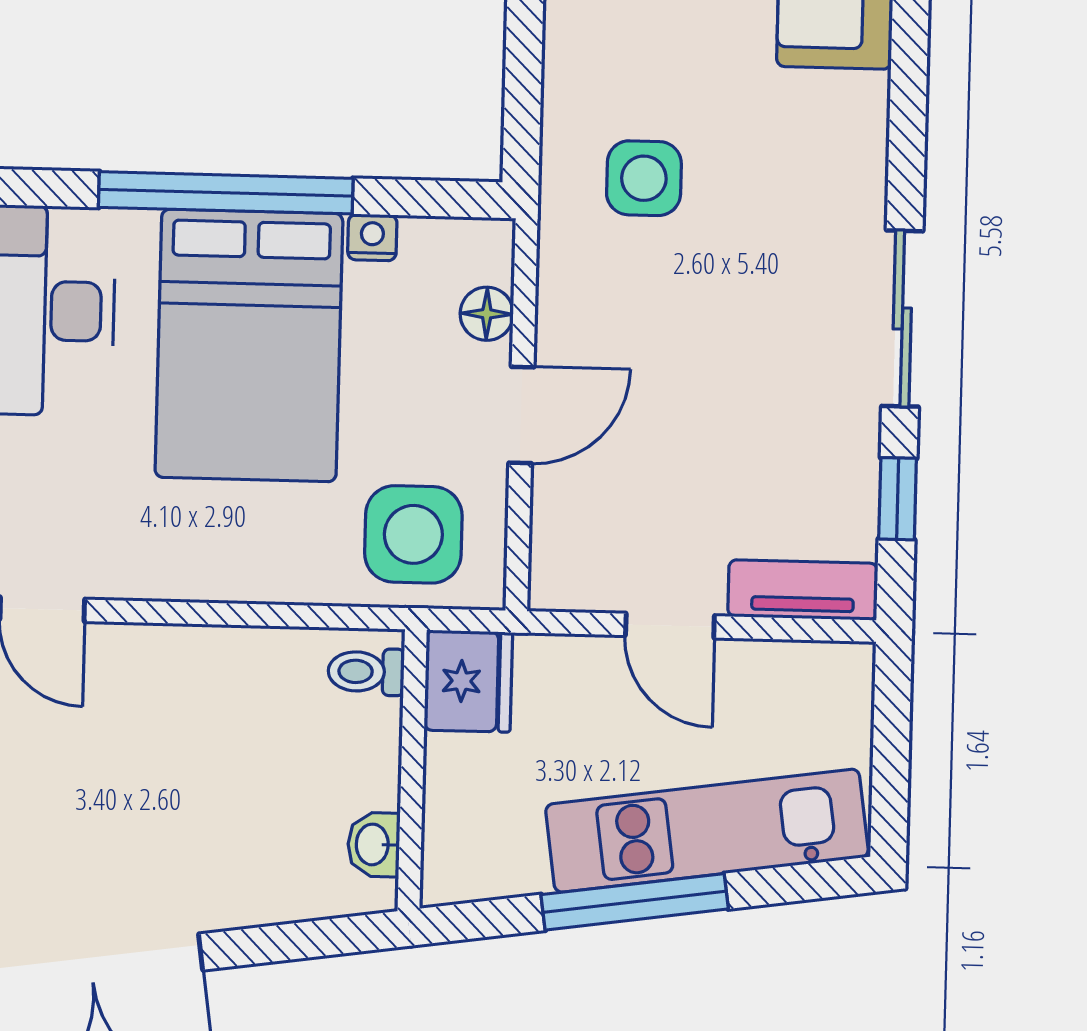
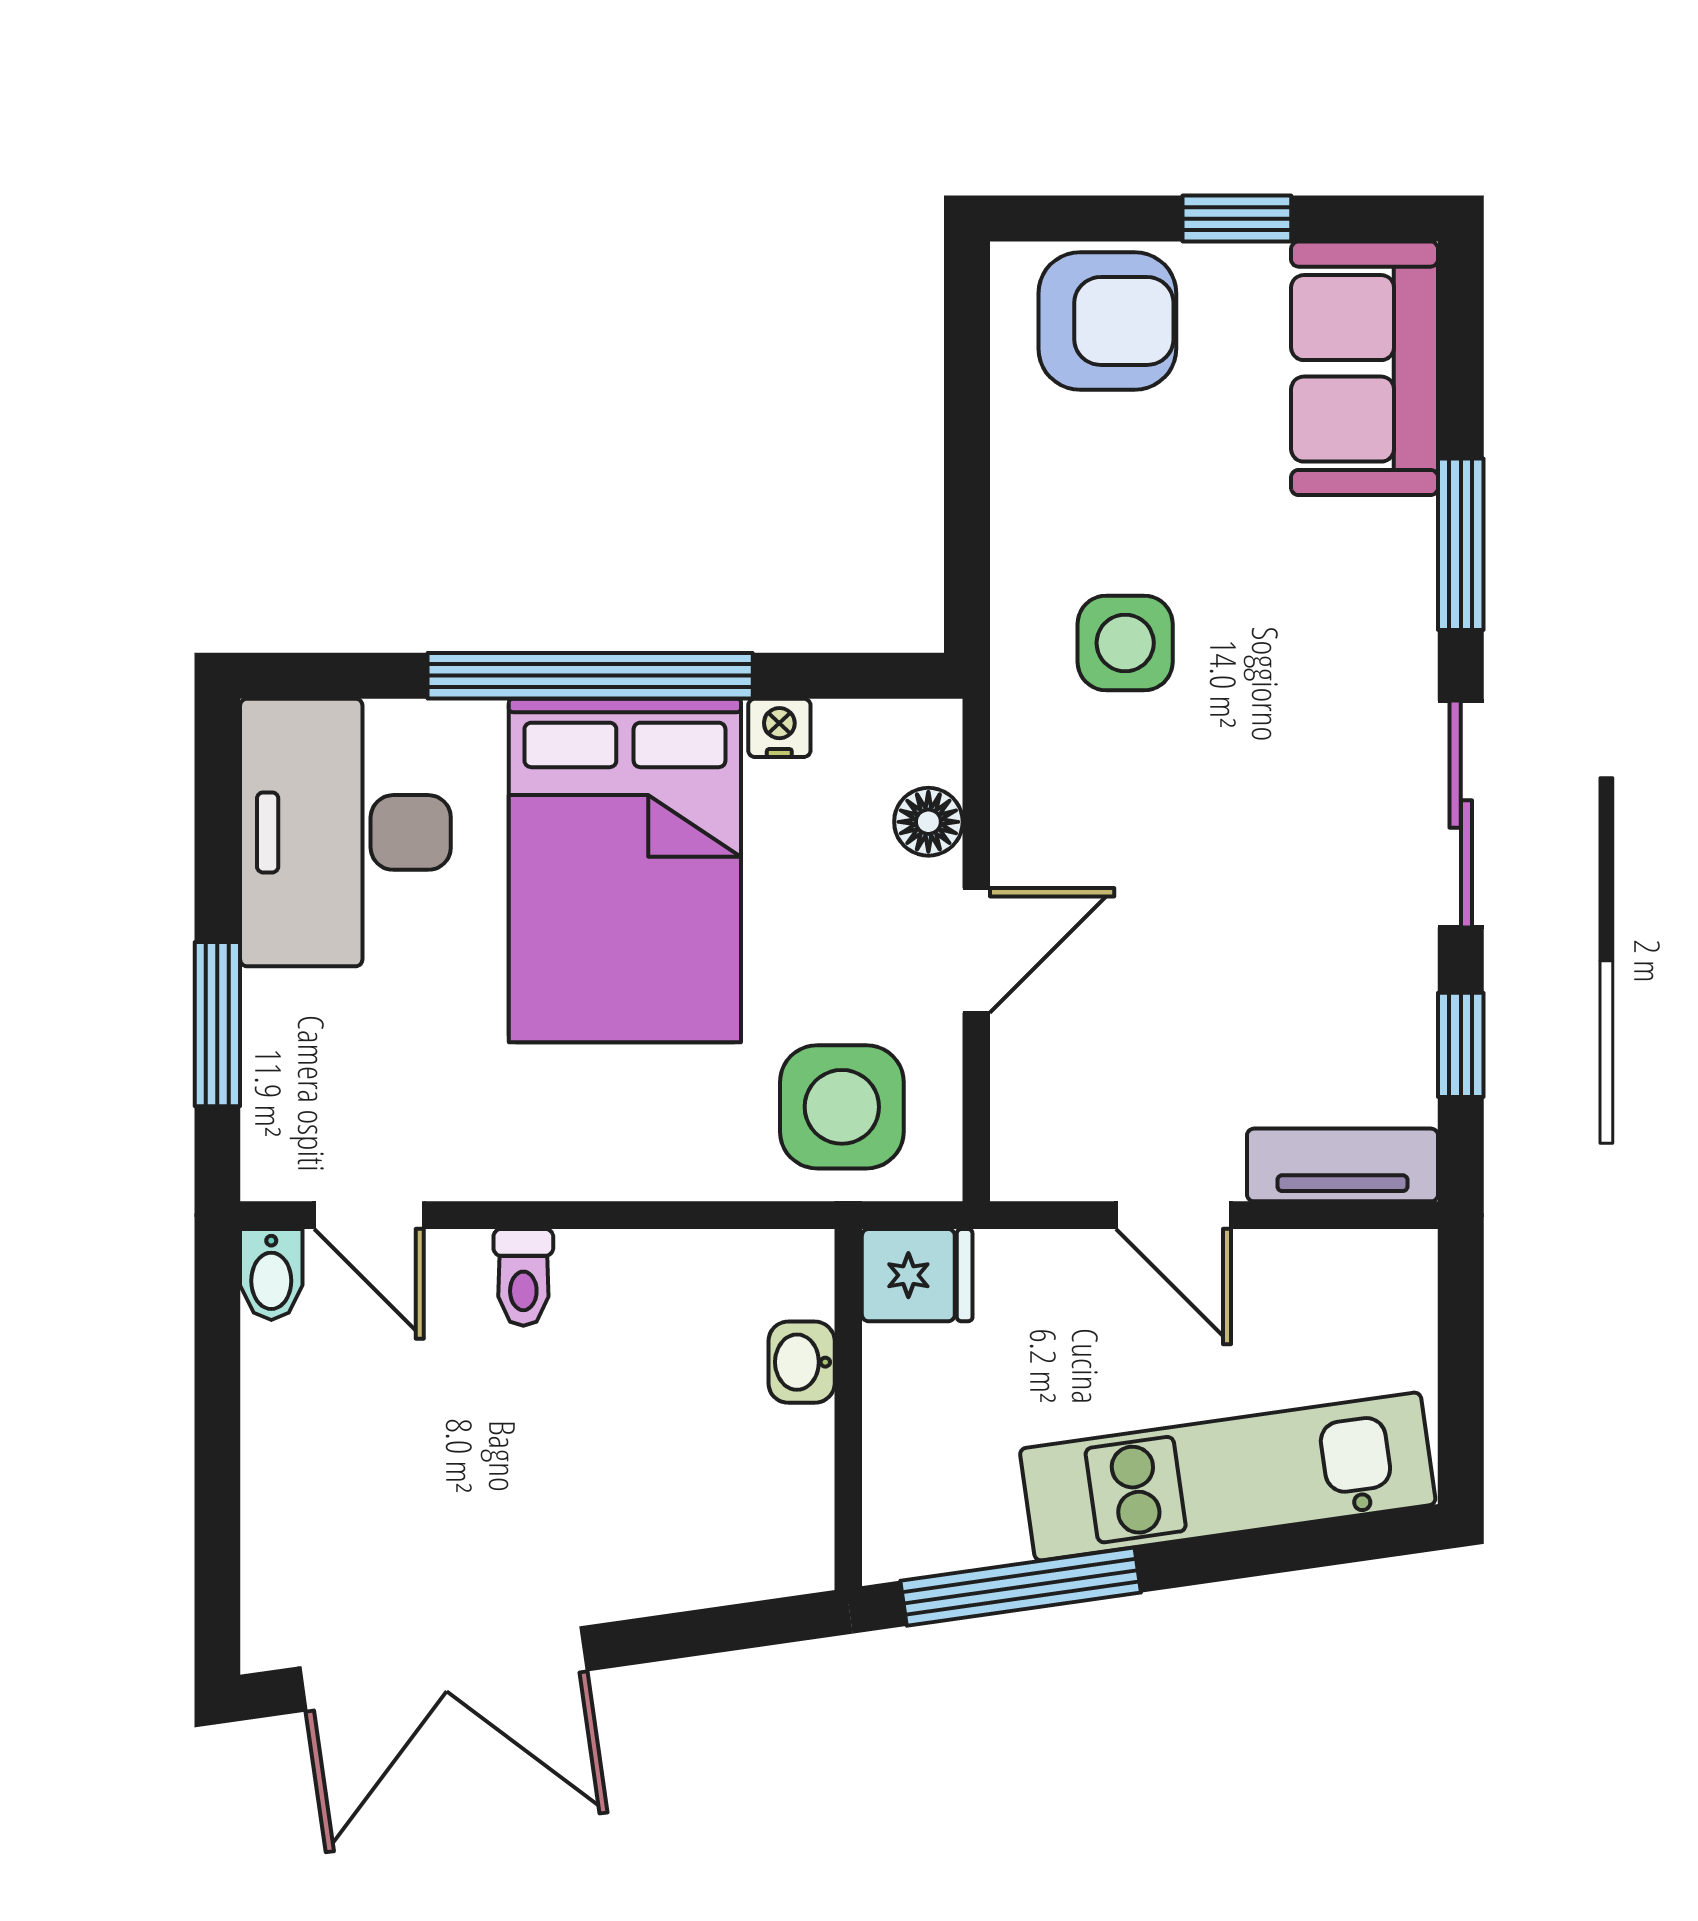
window: (908, 108) -> (1461, 544), added
toilet: (366, 672) -> (523, 1277), moved, turned -90
fridge: (468, 681) -> (917, 1275), width x0.72
washbasin: (374, 845) -> (802, 1362), moved
window: (635, 902) -> (1021, 1587), moved

